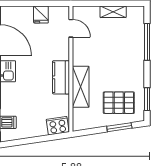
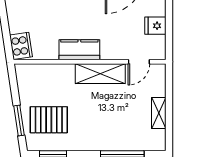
shelving: (81, 87) -> (100, 74), moved
pallet: (119, 103) -> (49, 120), turned 90

